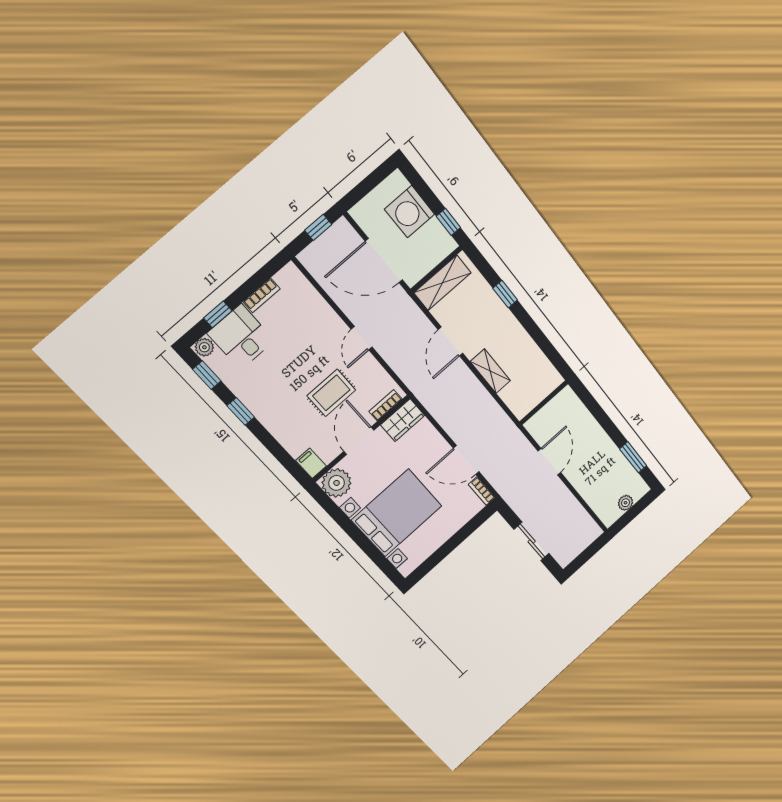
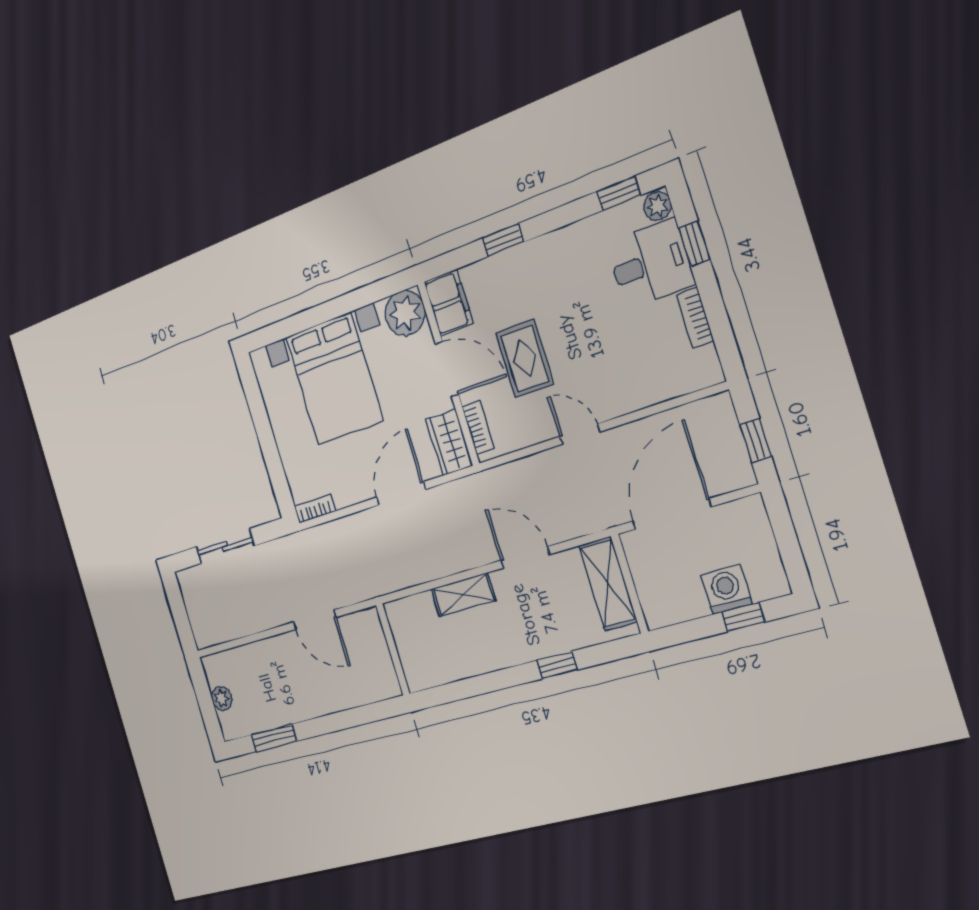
washing machine: (410, 212) -> (726, 590), width x0.73, depth x0.73
window: (448, 222) -> (743, 617), moved
window: (241, 411) -> (503, 240), moved
door: (466, 460) -> (401, 493), moved
filing cabinet: (311, 463) -> (449, 303), width x2.00

